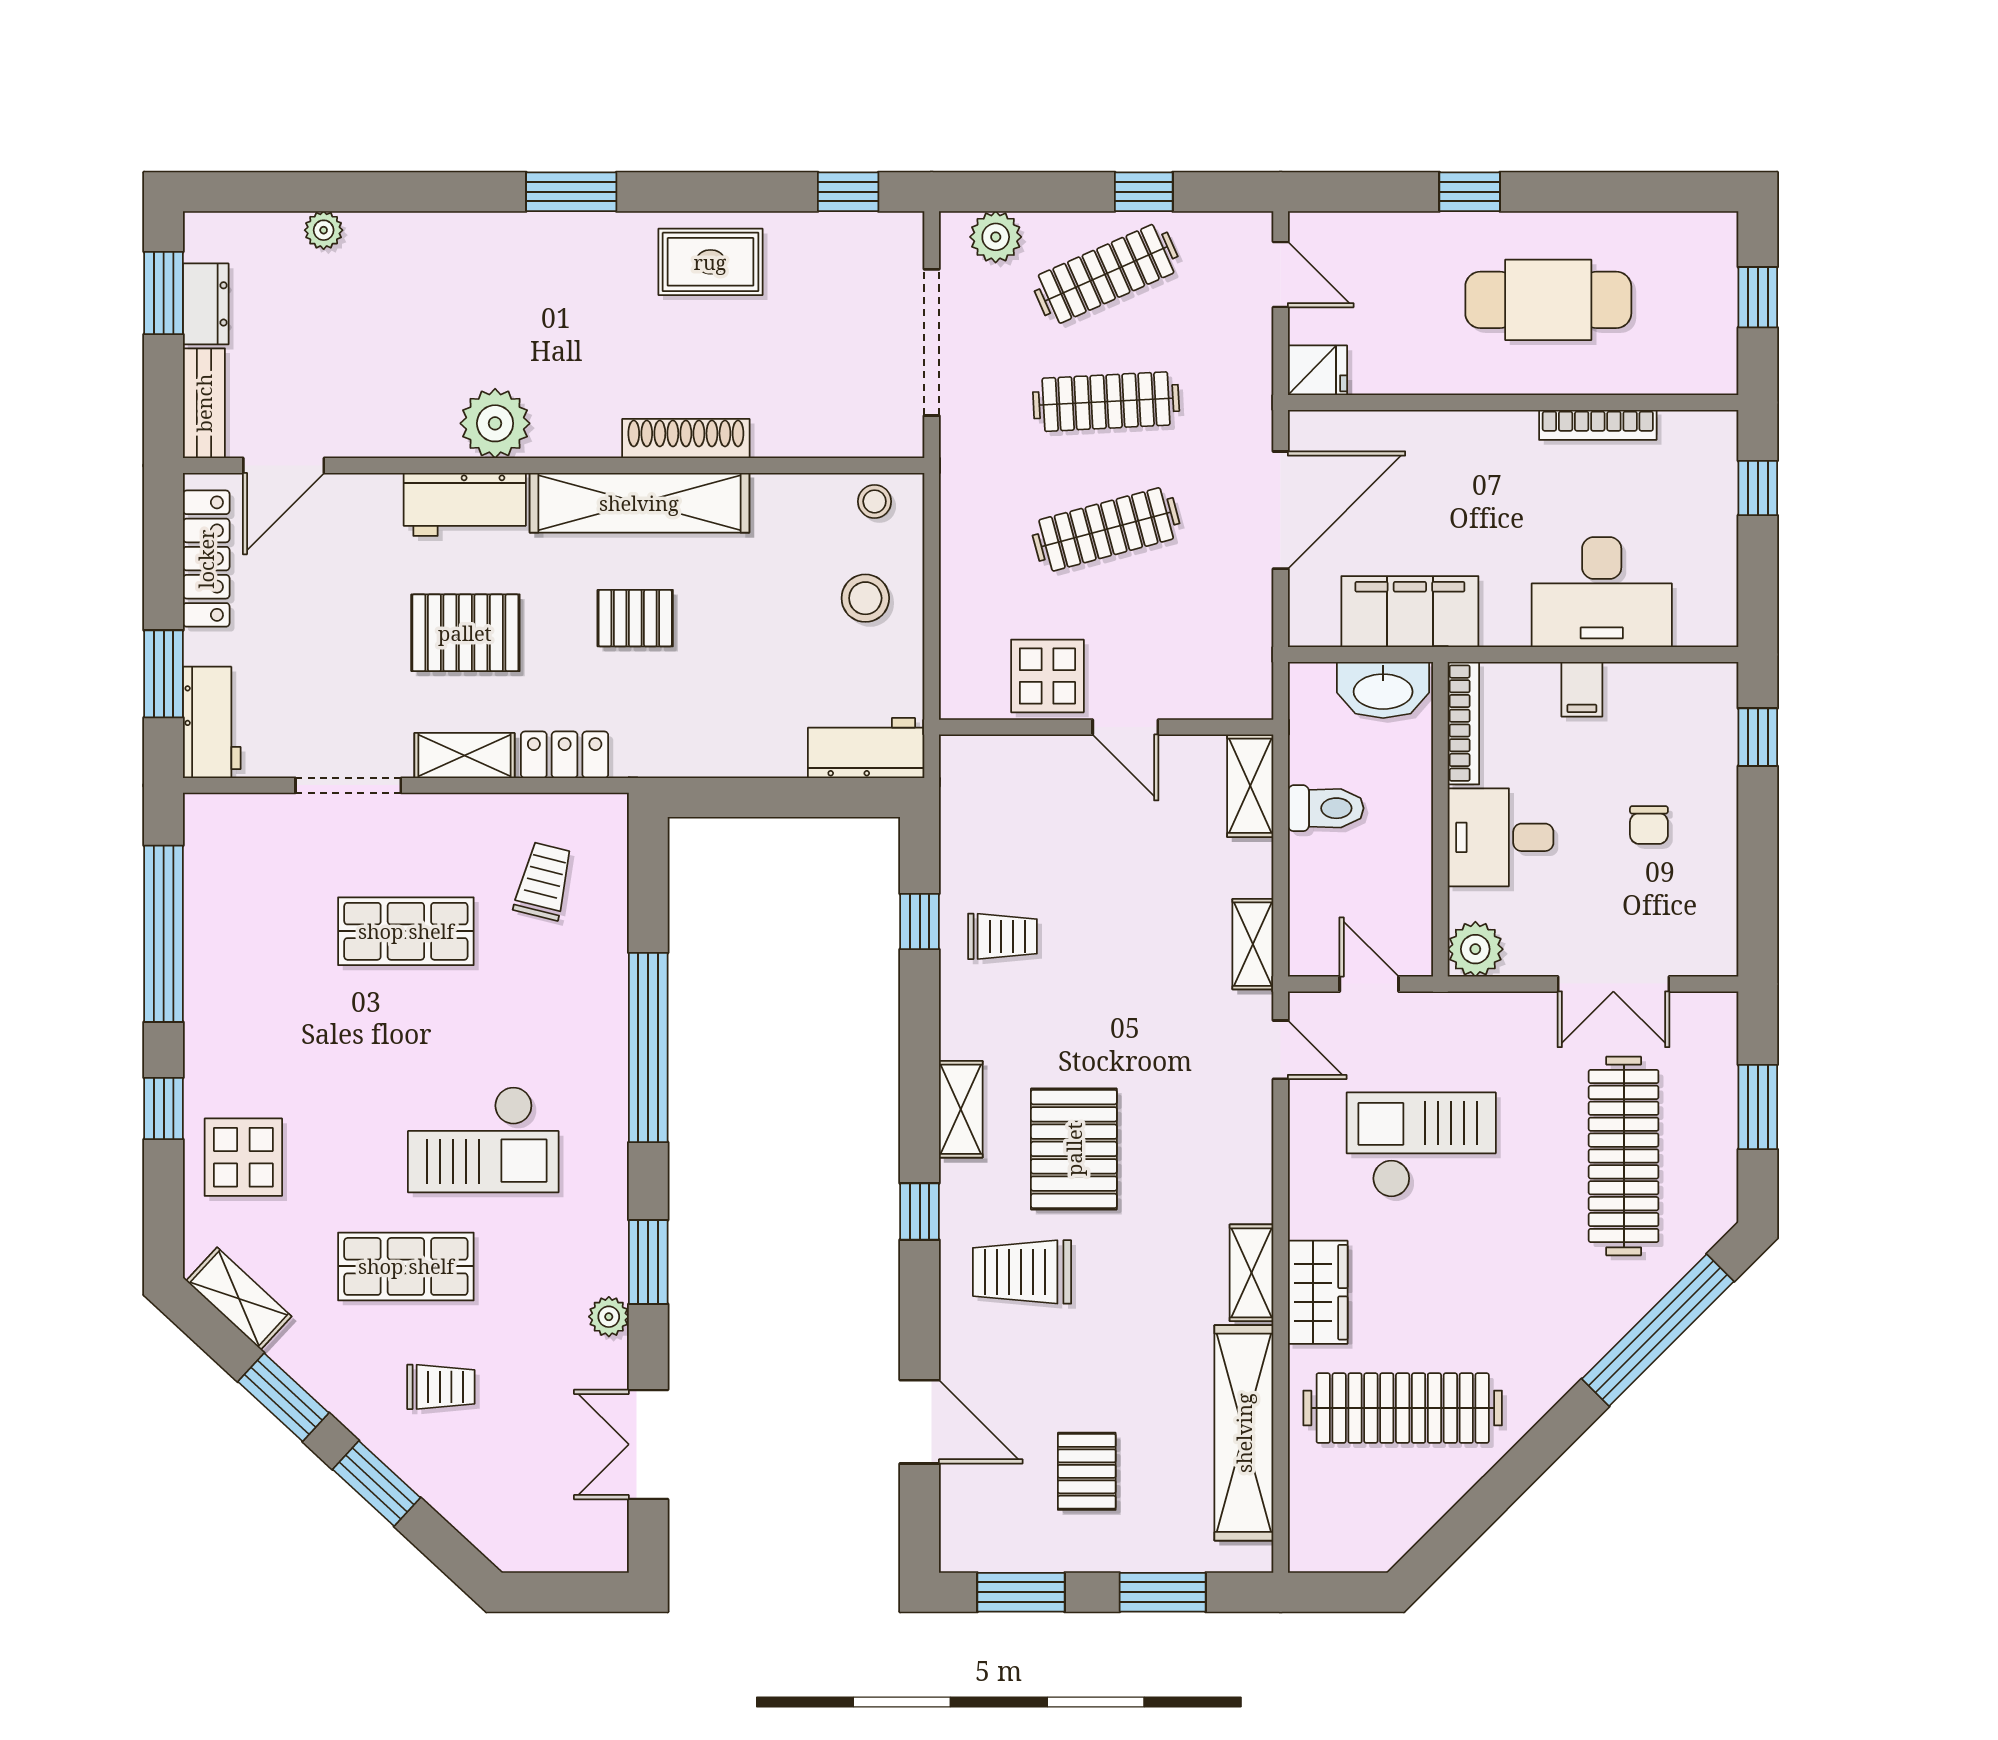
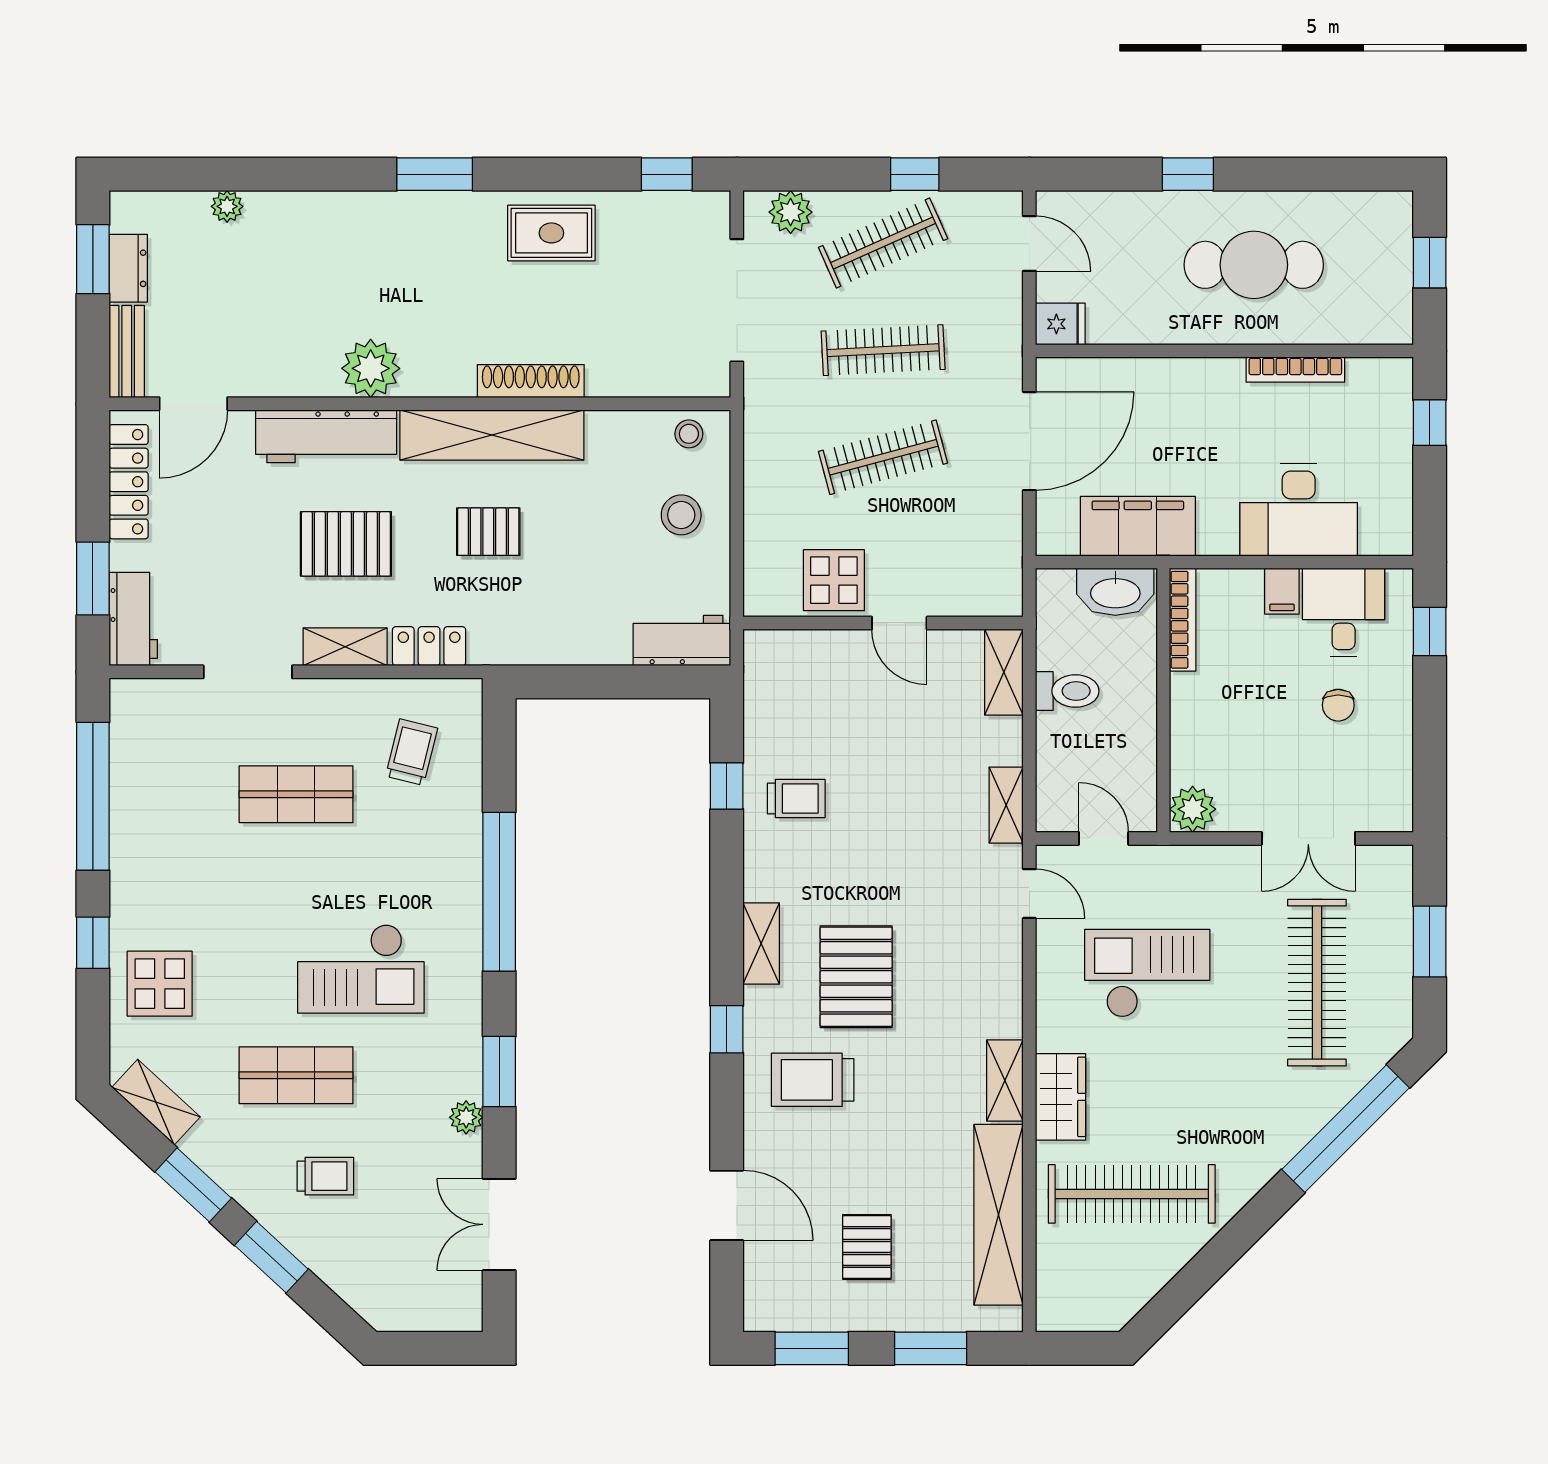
workbench: (465, 504) -> (326, 436), width x1.38
desk: (1501, 837) -> (1344, 613), moved, turned 90

